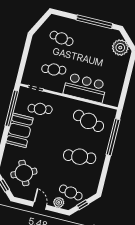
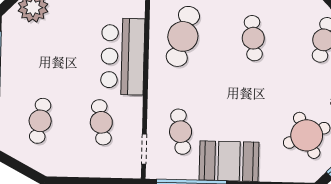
cafe table: (80, 157) -> (253, 38), width x0.73, depth x0.74

